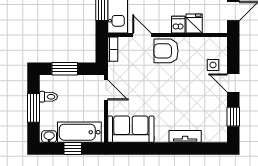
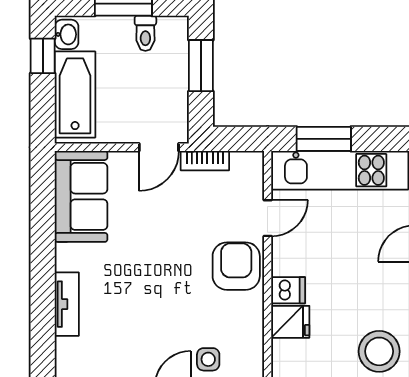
bookcase: (113, 49) -> (205, 161), moved
window: (73, 149) -> (43, 56), moved

